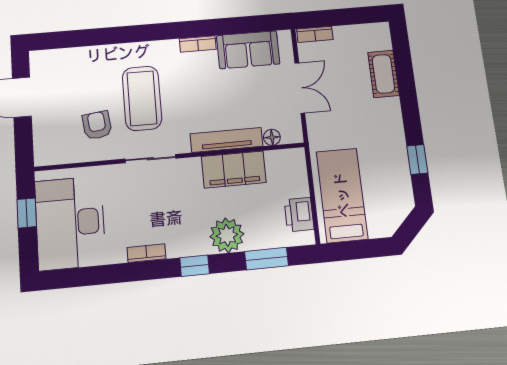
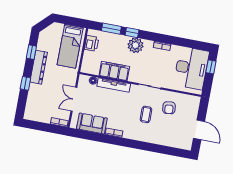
cot: (383, 74) -> (34, 95), removed
window: (408, 92) -> (25, 83), added
coffee table: (142, 98) -> (146, 114), width x0.54, depth x0.58
dresser: (392, 133) -> (39, 67), added
window: (27, 213) -> (211, 67), moved
plant: (227, 235) -> (135, 45), moved
window: (195, 266) -> (132, 33), moved

